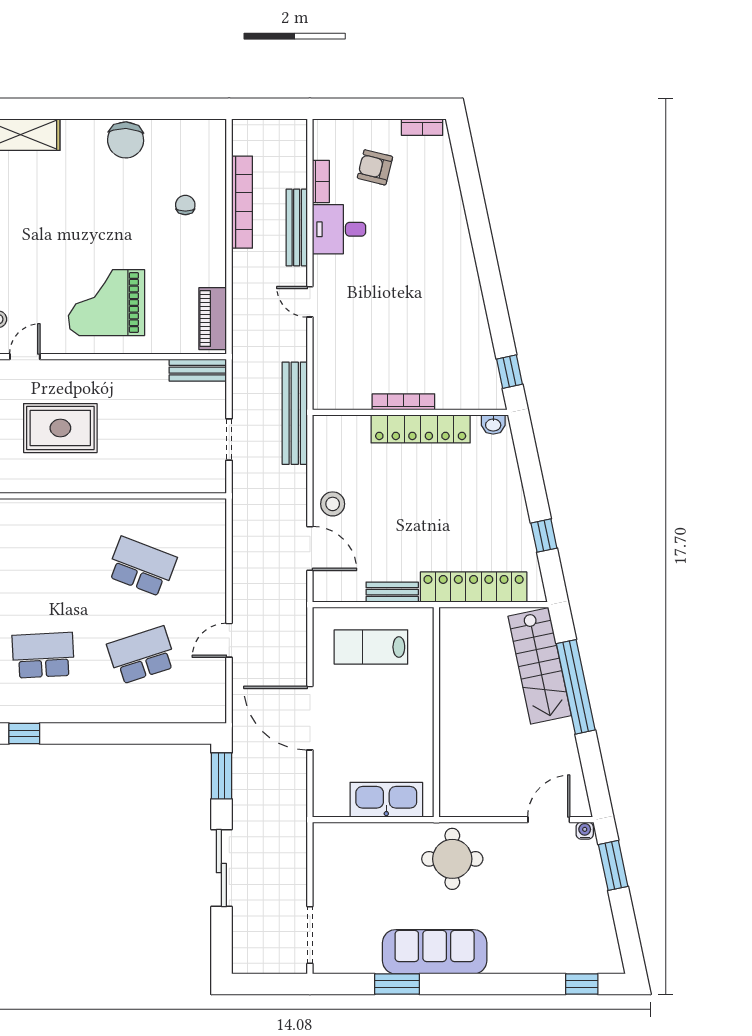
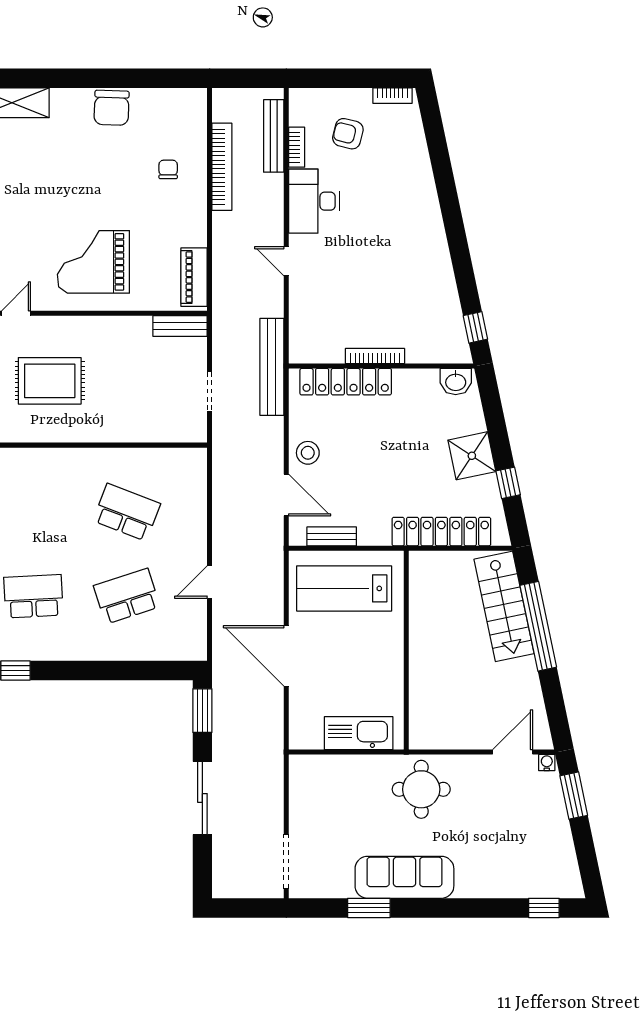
bench: (297, 227) -> (274, 136), moved
desk: (339, 229) -> (314, 201), width x1.37
washbasin: (493, 424) -> (456, 382), width x1.38, depth x1.45
locker: (421, 429) -> (346, 382), moved
shower: (506, 507) -> (472, 456), added
bench: (392, 592) -> (332, 536), moved
lab bench: (371, 647) -> (344, 588), width x1.36, depth x1.39

